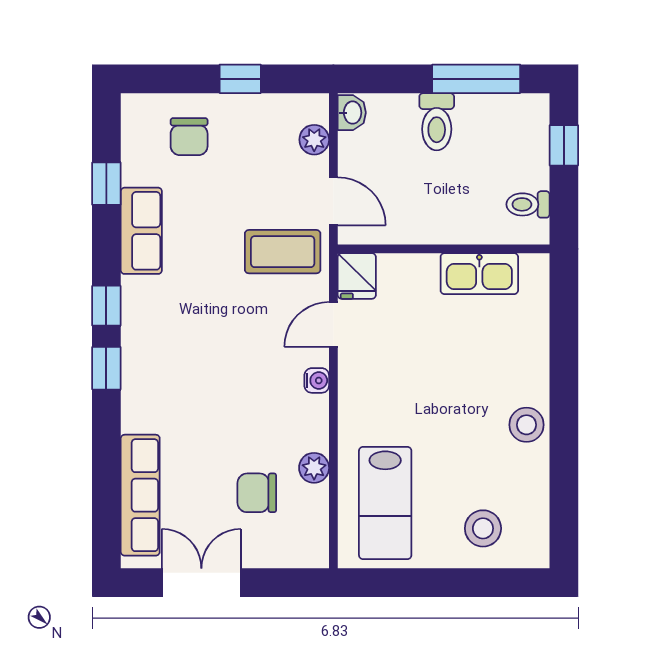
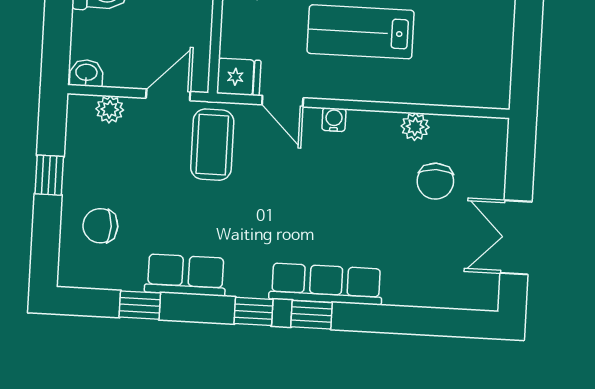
chair: (189, 137) -> (100, 226), turned 180
row of seats: (140, 495) -> (326, 284), moved
lab bench: (385, 503) -> (361, 32), moved, turned 180

